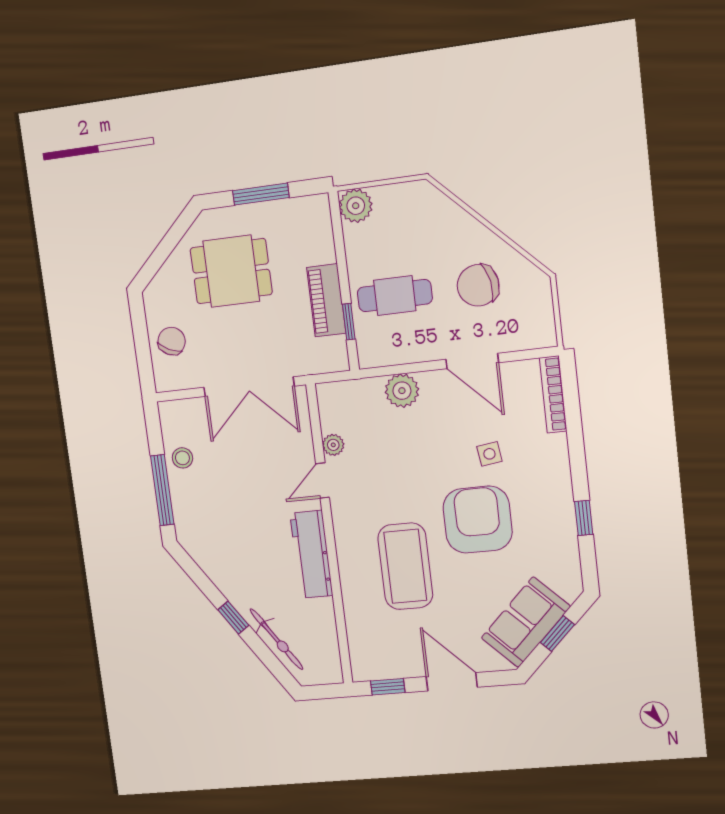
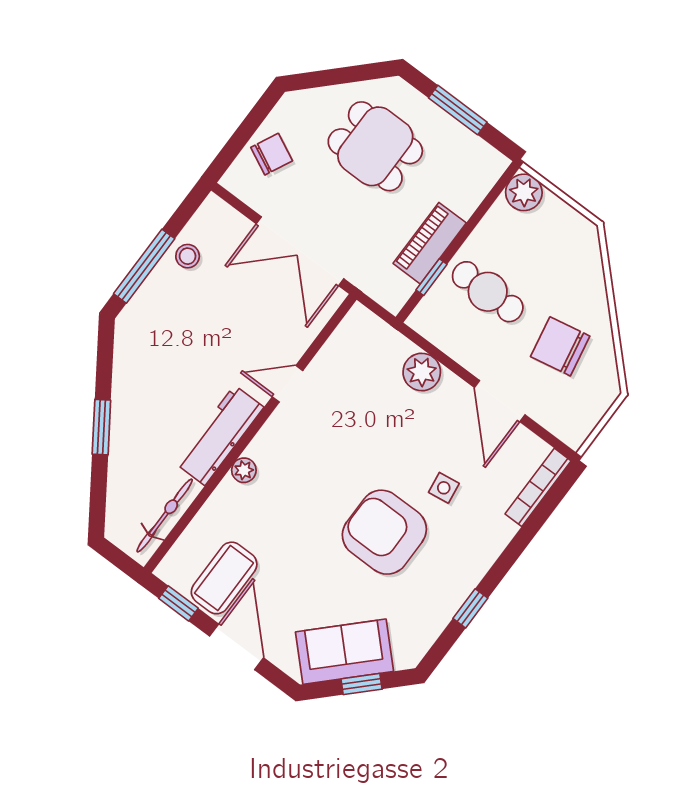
plant: (333, 445) -> (244, 470), moved
armchair: (478, 520) -> (384, 532), turned -90
coffee table: (405, 566) -> (224, 578), moved, width x0.73, depth x0.76
window: (233, 618) -> (101, 427), width x1.50
bicycle: (276, 639) -> (165, 516), moved, turned -146

